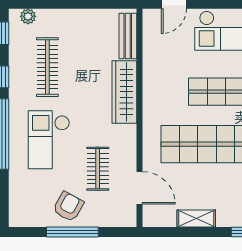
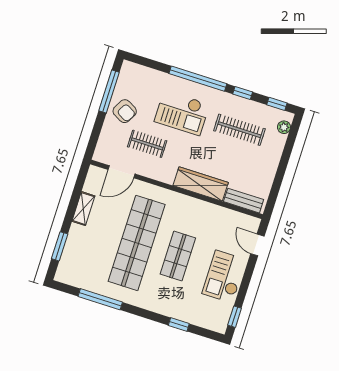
checkout: (49, 140) -> (182, 113), turned 180
window: (72, 232) -> (109, 91), moved

